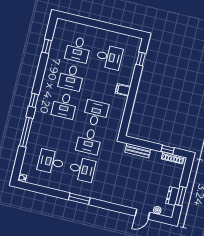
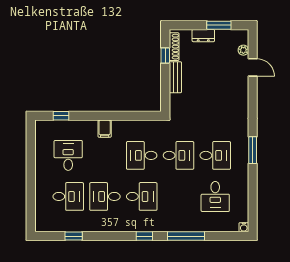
desk: (71, 78) -> (105, 196), turned 180
bench: (138, 151) -> (175, 77), moved
desk: (82, 169) -> (215, 155), turned 90
dresser: (172, 196) -> (203, 36), moved

